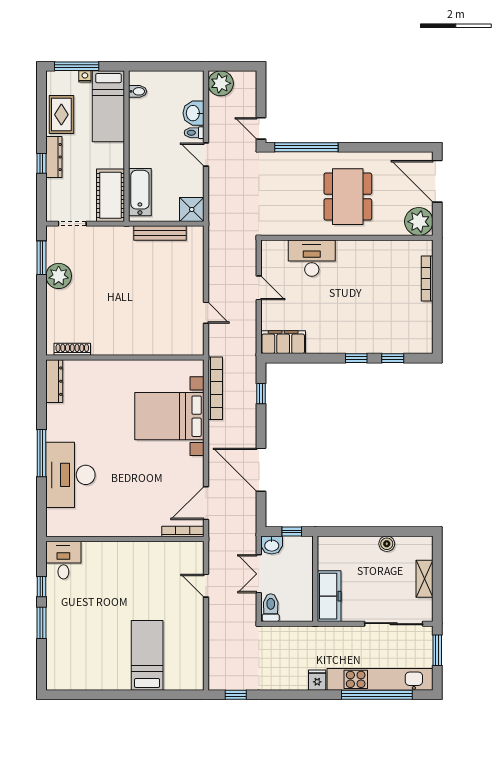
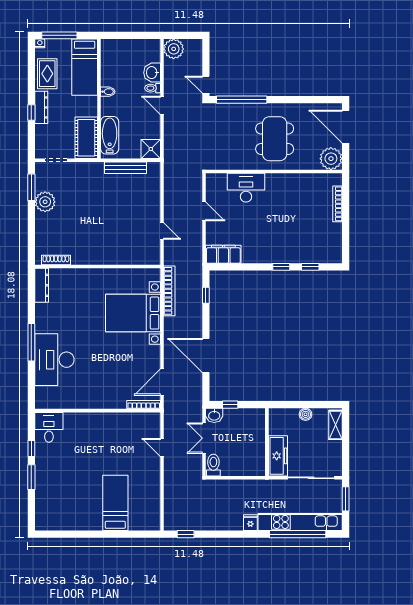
nightstand: (85, 76) -> (40, 43), moved
bidet: (138, 91) -> (108, 92), moved
wall: (315, 579) -> (267, 442), moved
shelving: (425, 579) -> (336, 425), moved
freezer: (329, 596) -> (278, 456), moved

